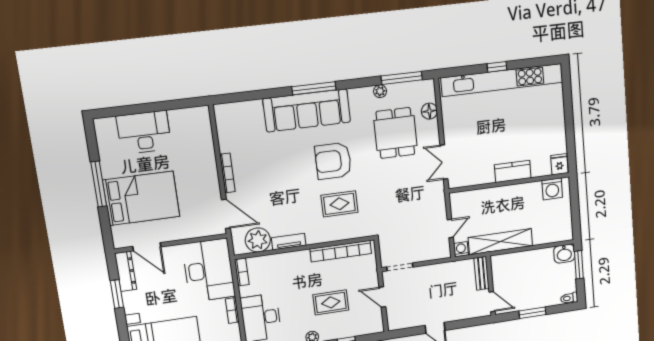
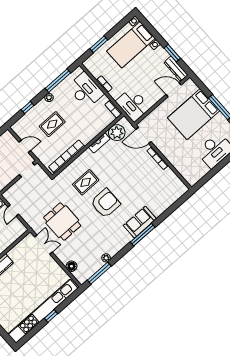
sofa: (307, 110) -> (140, 222), width x0.54, depth x0.79
dining table: (395, 133) -> (62, 222), moved
desk: (209, 270) -> (133, 105), width x0.73, depth x0.77

